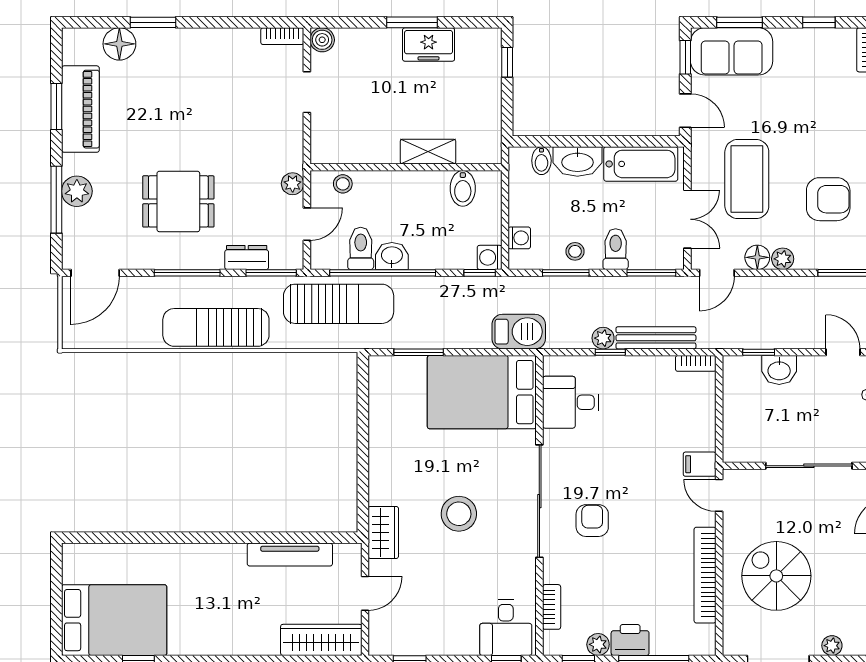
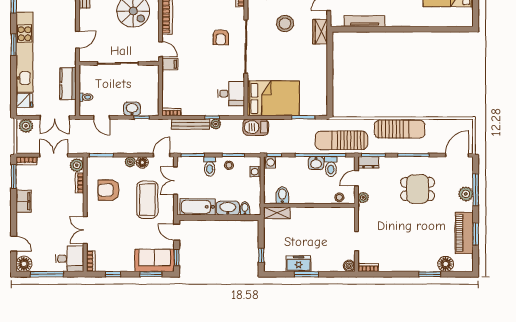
shelving: (428, 152) -> (277, 213), moved
dresser: (247, 257) -> (368, 162), moved
stool: (459, 514) -> (285, 24), moved

